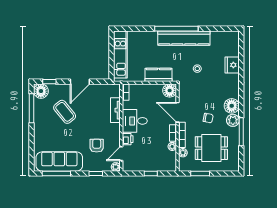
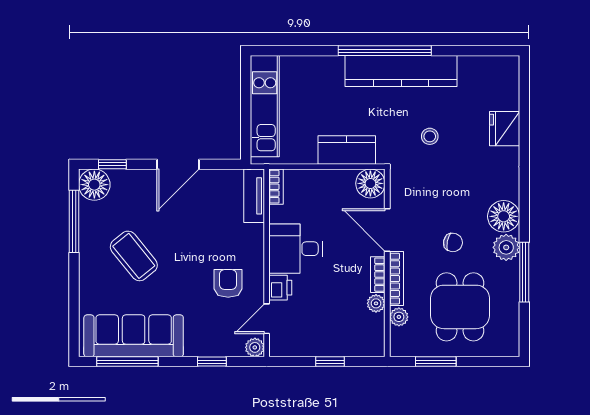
tv unit: (115, 110) -> (254, 196), moved
coffee table: (65, 112) -> (134, 256), moved
armchair: (97, 146) -> (228, 283), moved
dining table: (211, 148) -> (460, 307), turned 90

